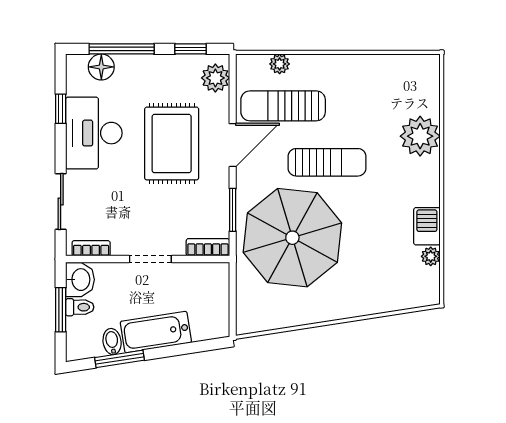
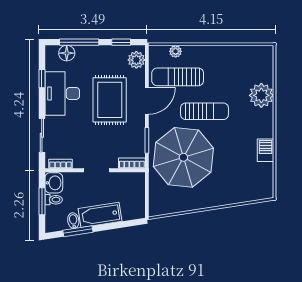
plant: (431, 256) -> (268, 169), removed

